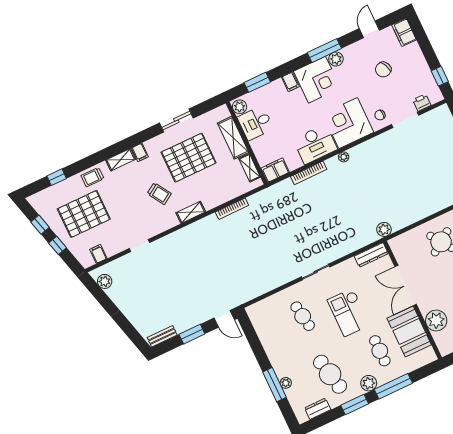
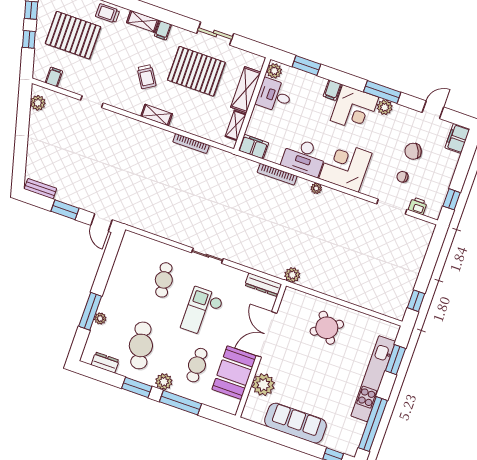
chair: (380, 115) -> (402, 177), moved

